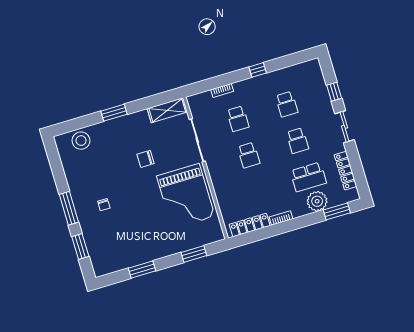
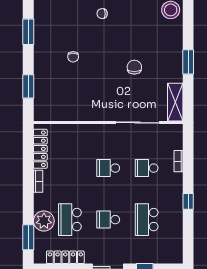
school desk: (287, 104) -> (147, 220), width x1.85
window: (114, 113) -> (188, 62), moved
grand piano: (186, 196) -> (87, 95), removed
chair: (153, 220) -> (73, 57), added

